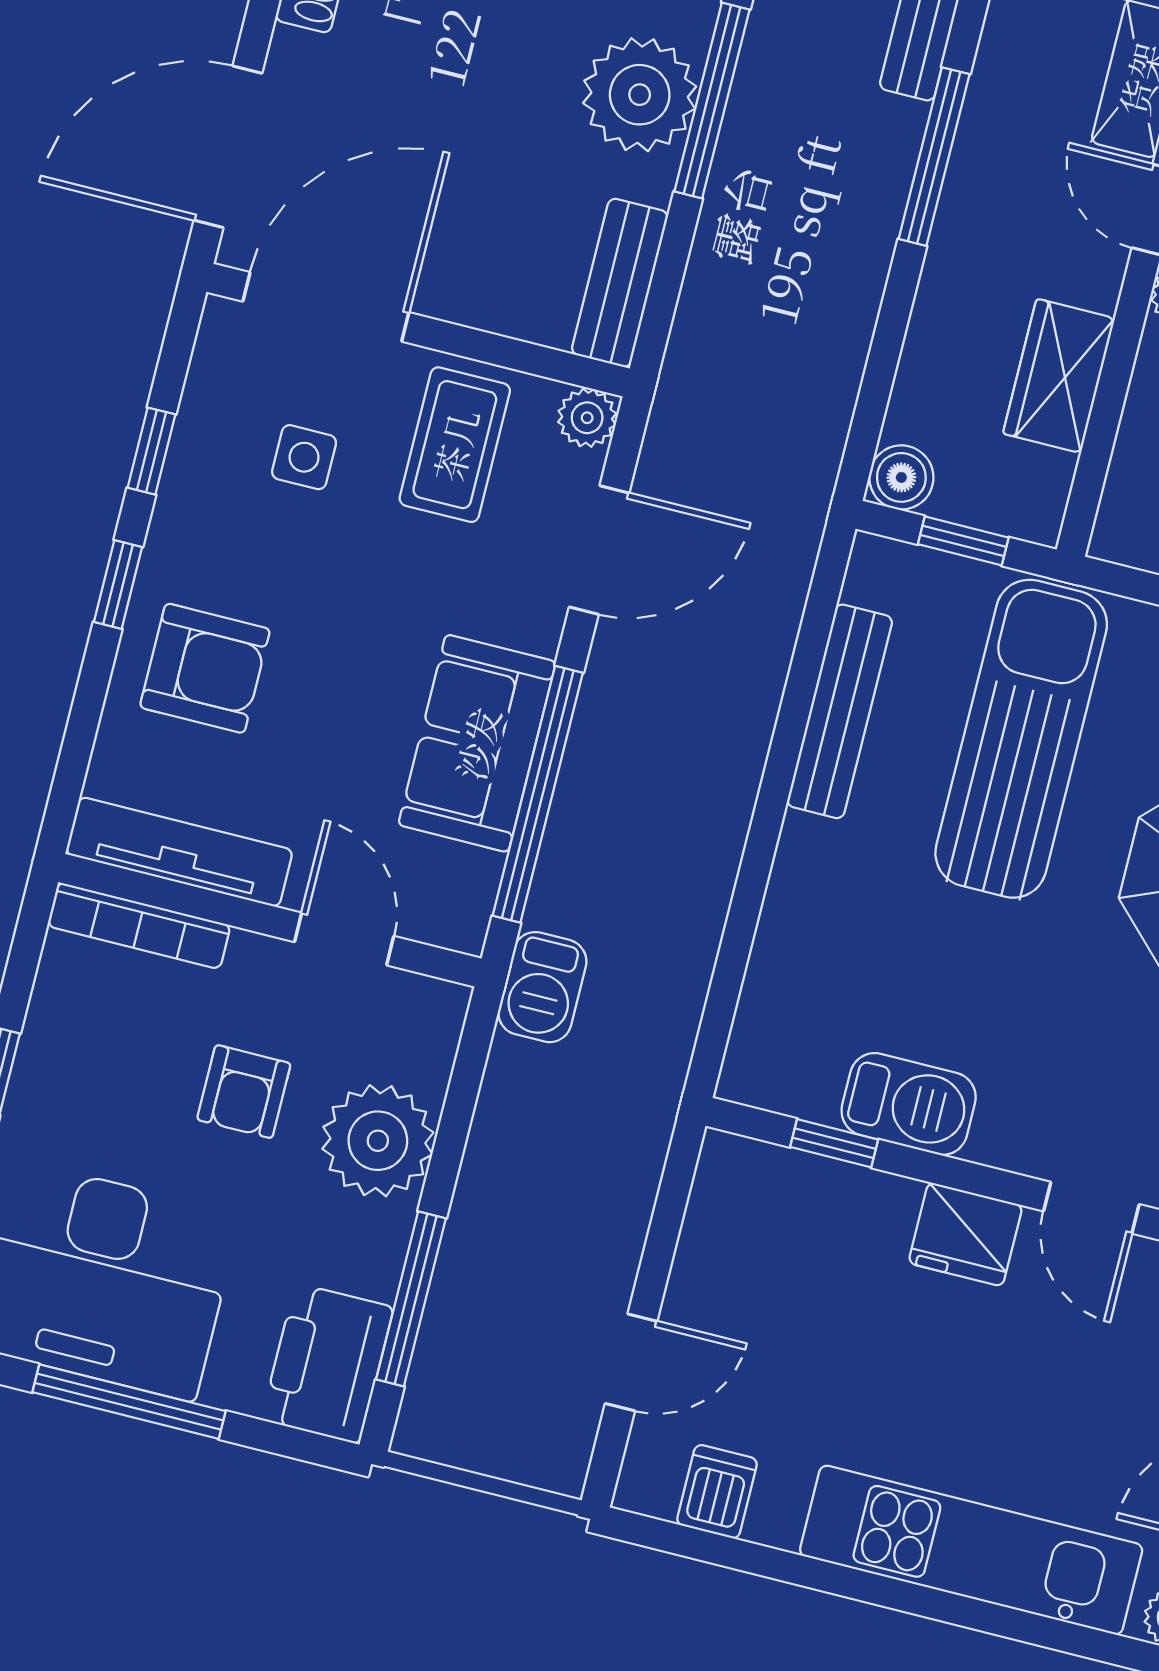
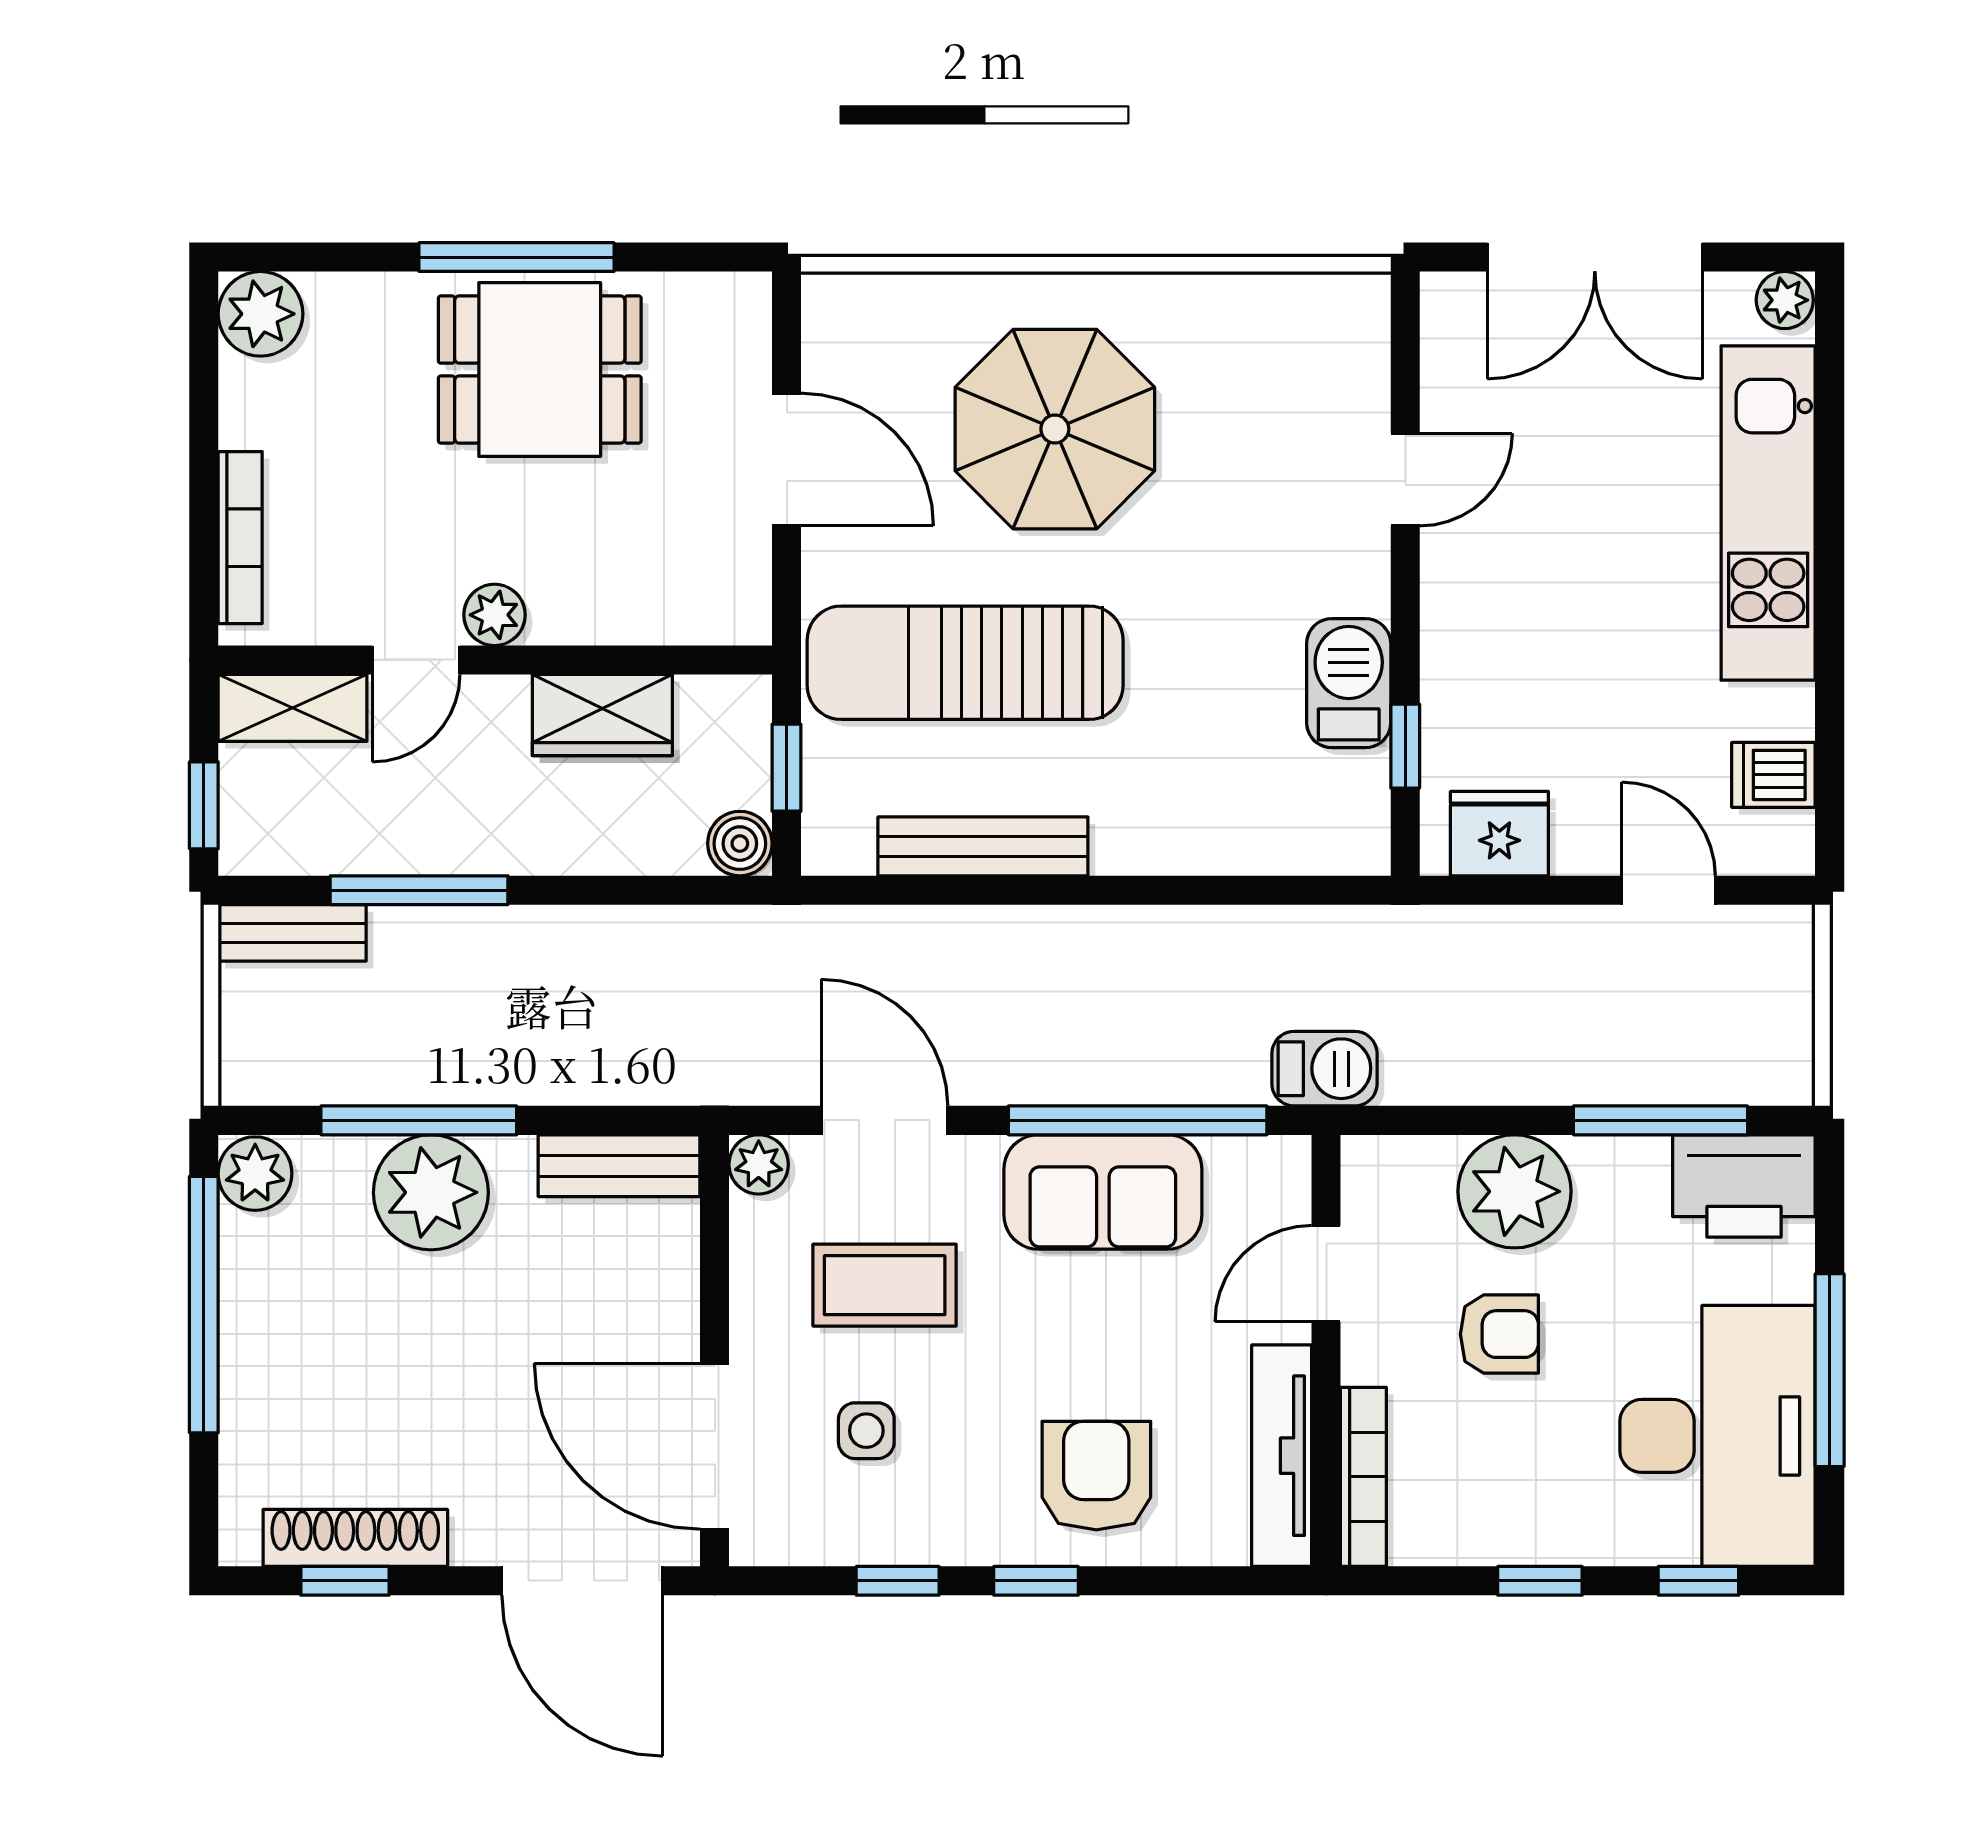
coffee table: (455, 445) -> (885, 1285), moved
fridge: (965, 1234) -> (1499, 834), moved, turned -90

